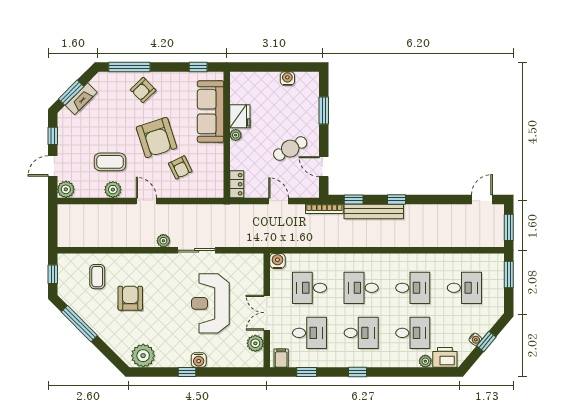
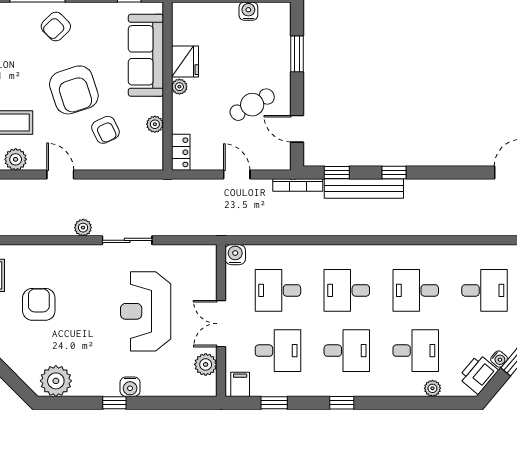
plant: (217, 163) -> (155, 124), added
desk: (413, 288) -> (416, 290), turned 180
printer: (445, 357) -> (478, 374), moved, turned -50

